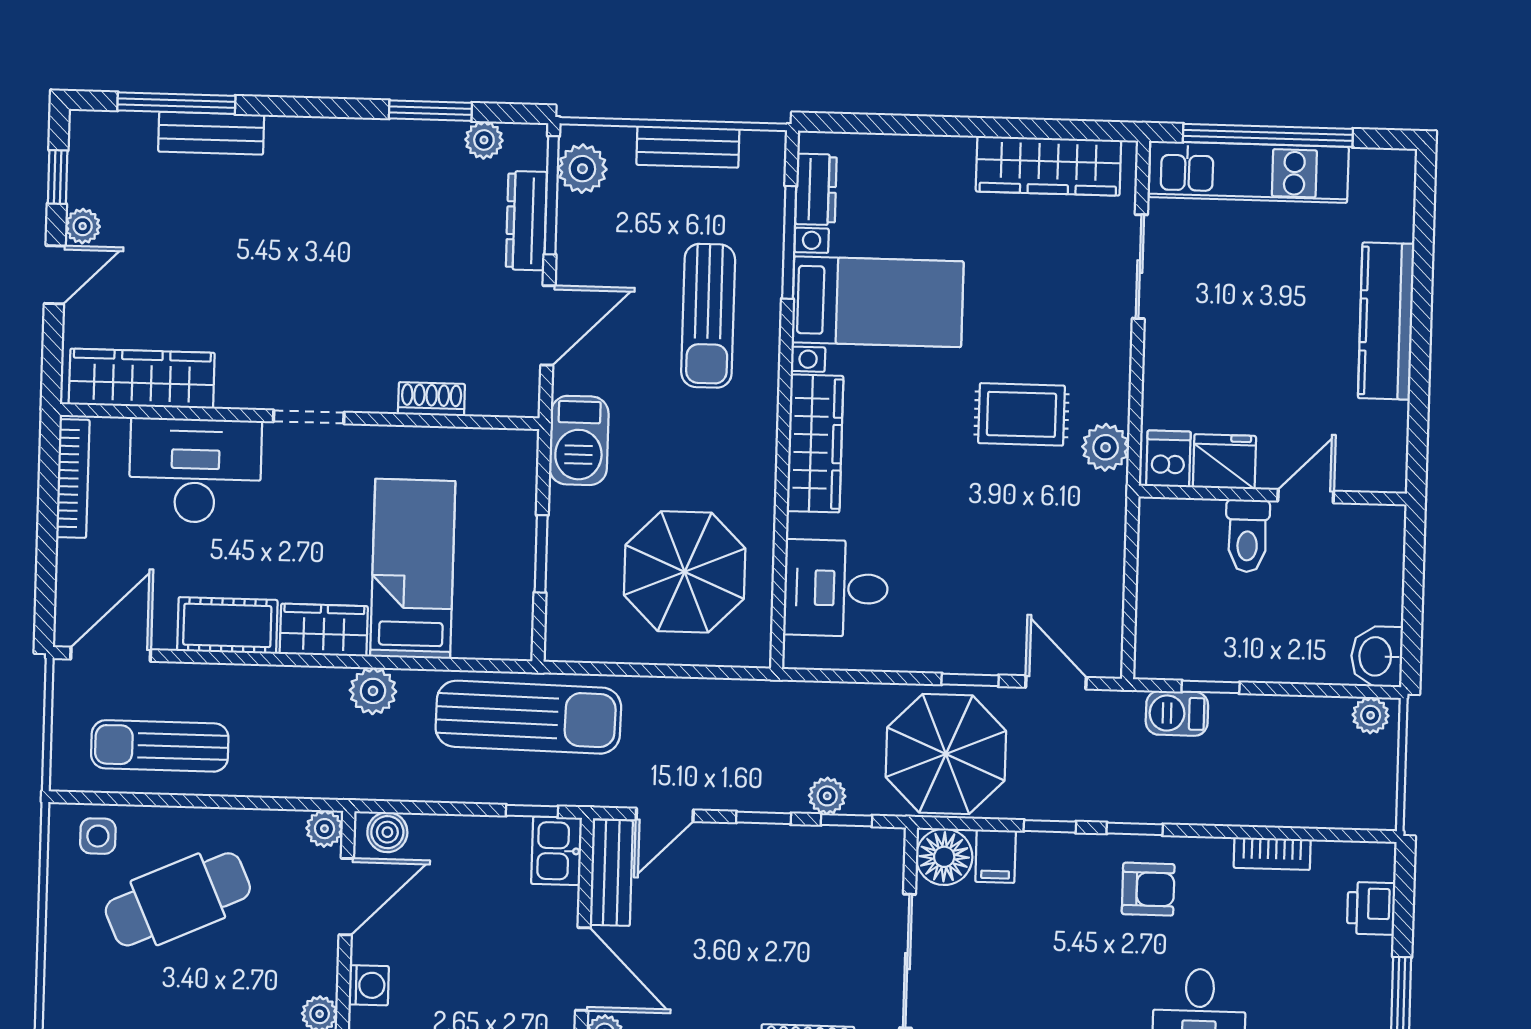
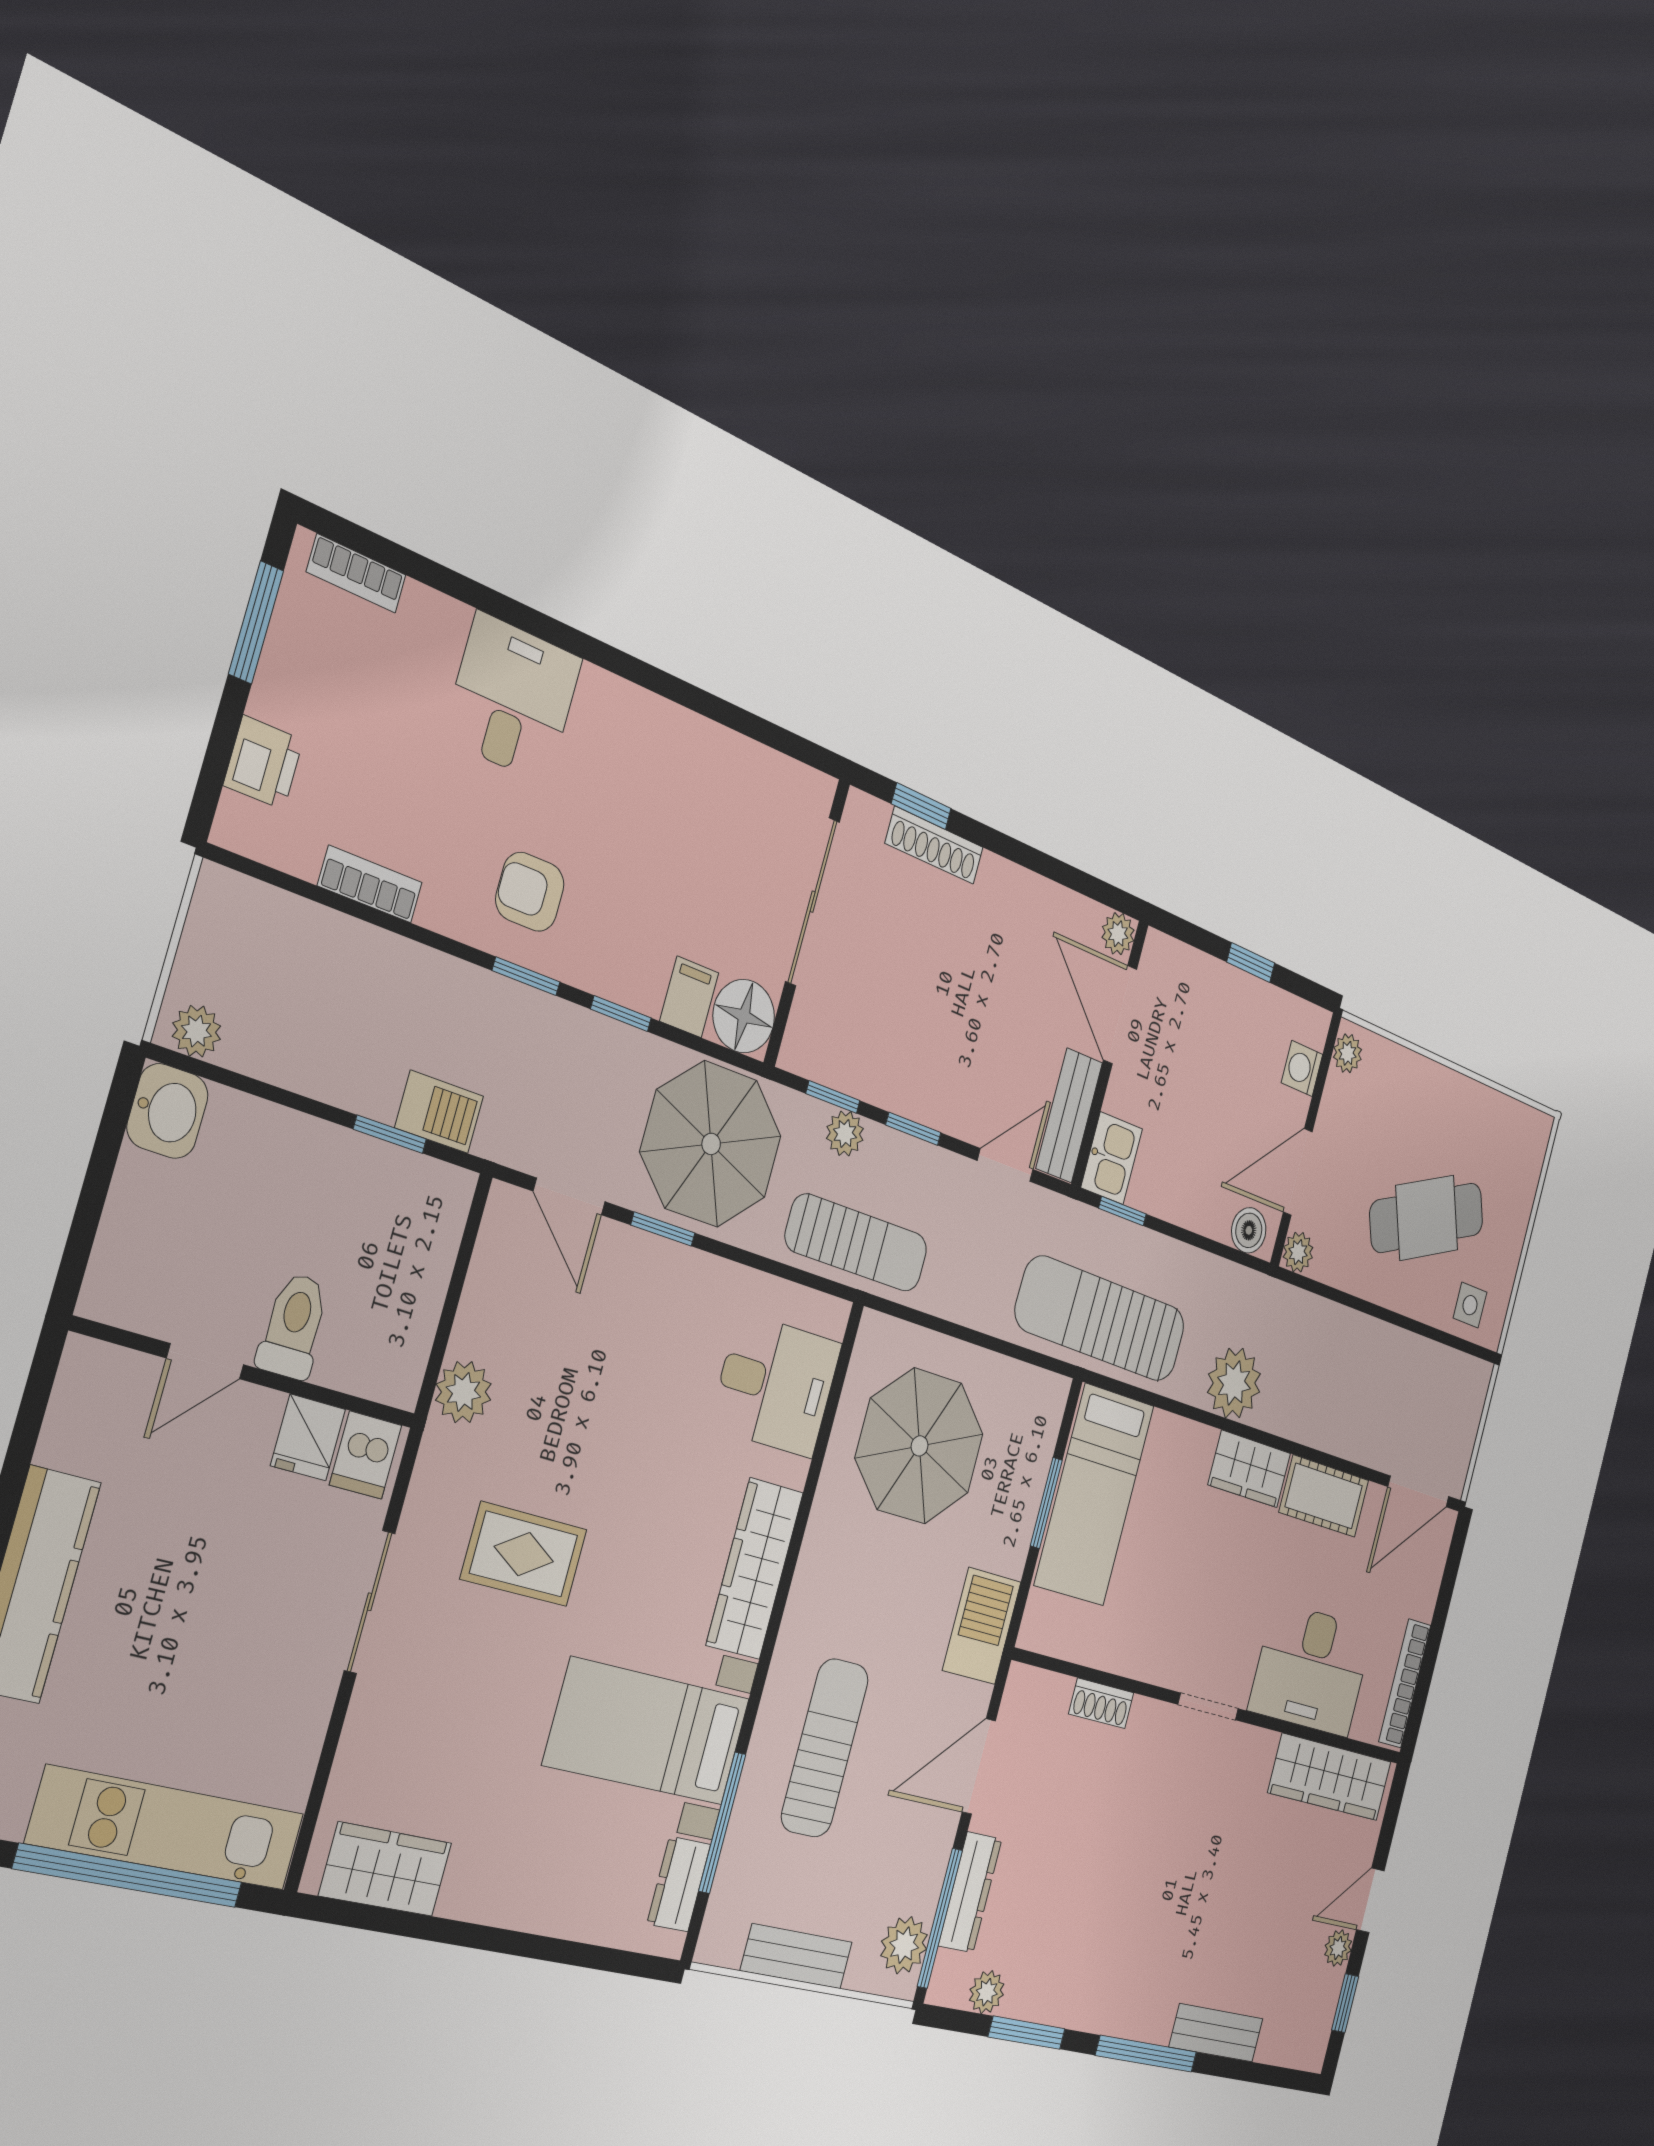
window: (176, 103) -> (1146, 2054), moved
wardrobe: (1048, 166) -> (385, 1869), width x0.67
sliding door: (1140, 267) -> (370, 1602), moved
plant: (1106, 447) -> (463, 1392), moved
fridge: (1224, 462) -> (308, 1437), width x0.72
bed: (413, 569) -> (1094, 1495), moved
plant: (373, 691) -> (1234, 1383), width x1.36, depth x1.36
sun lounger: (160, 746) -> (857, 1243), moved

